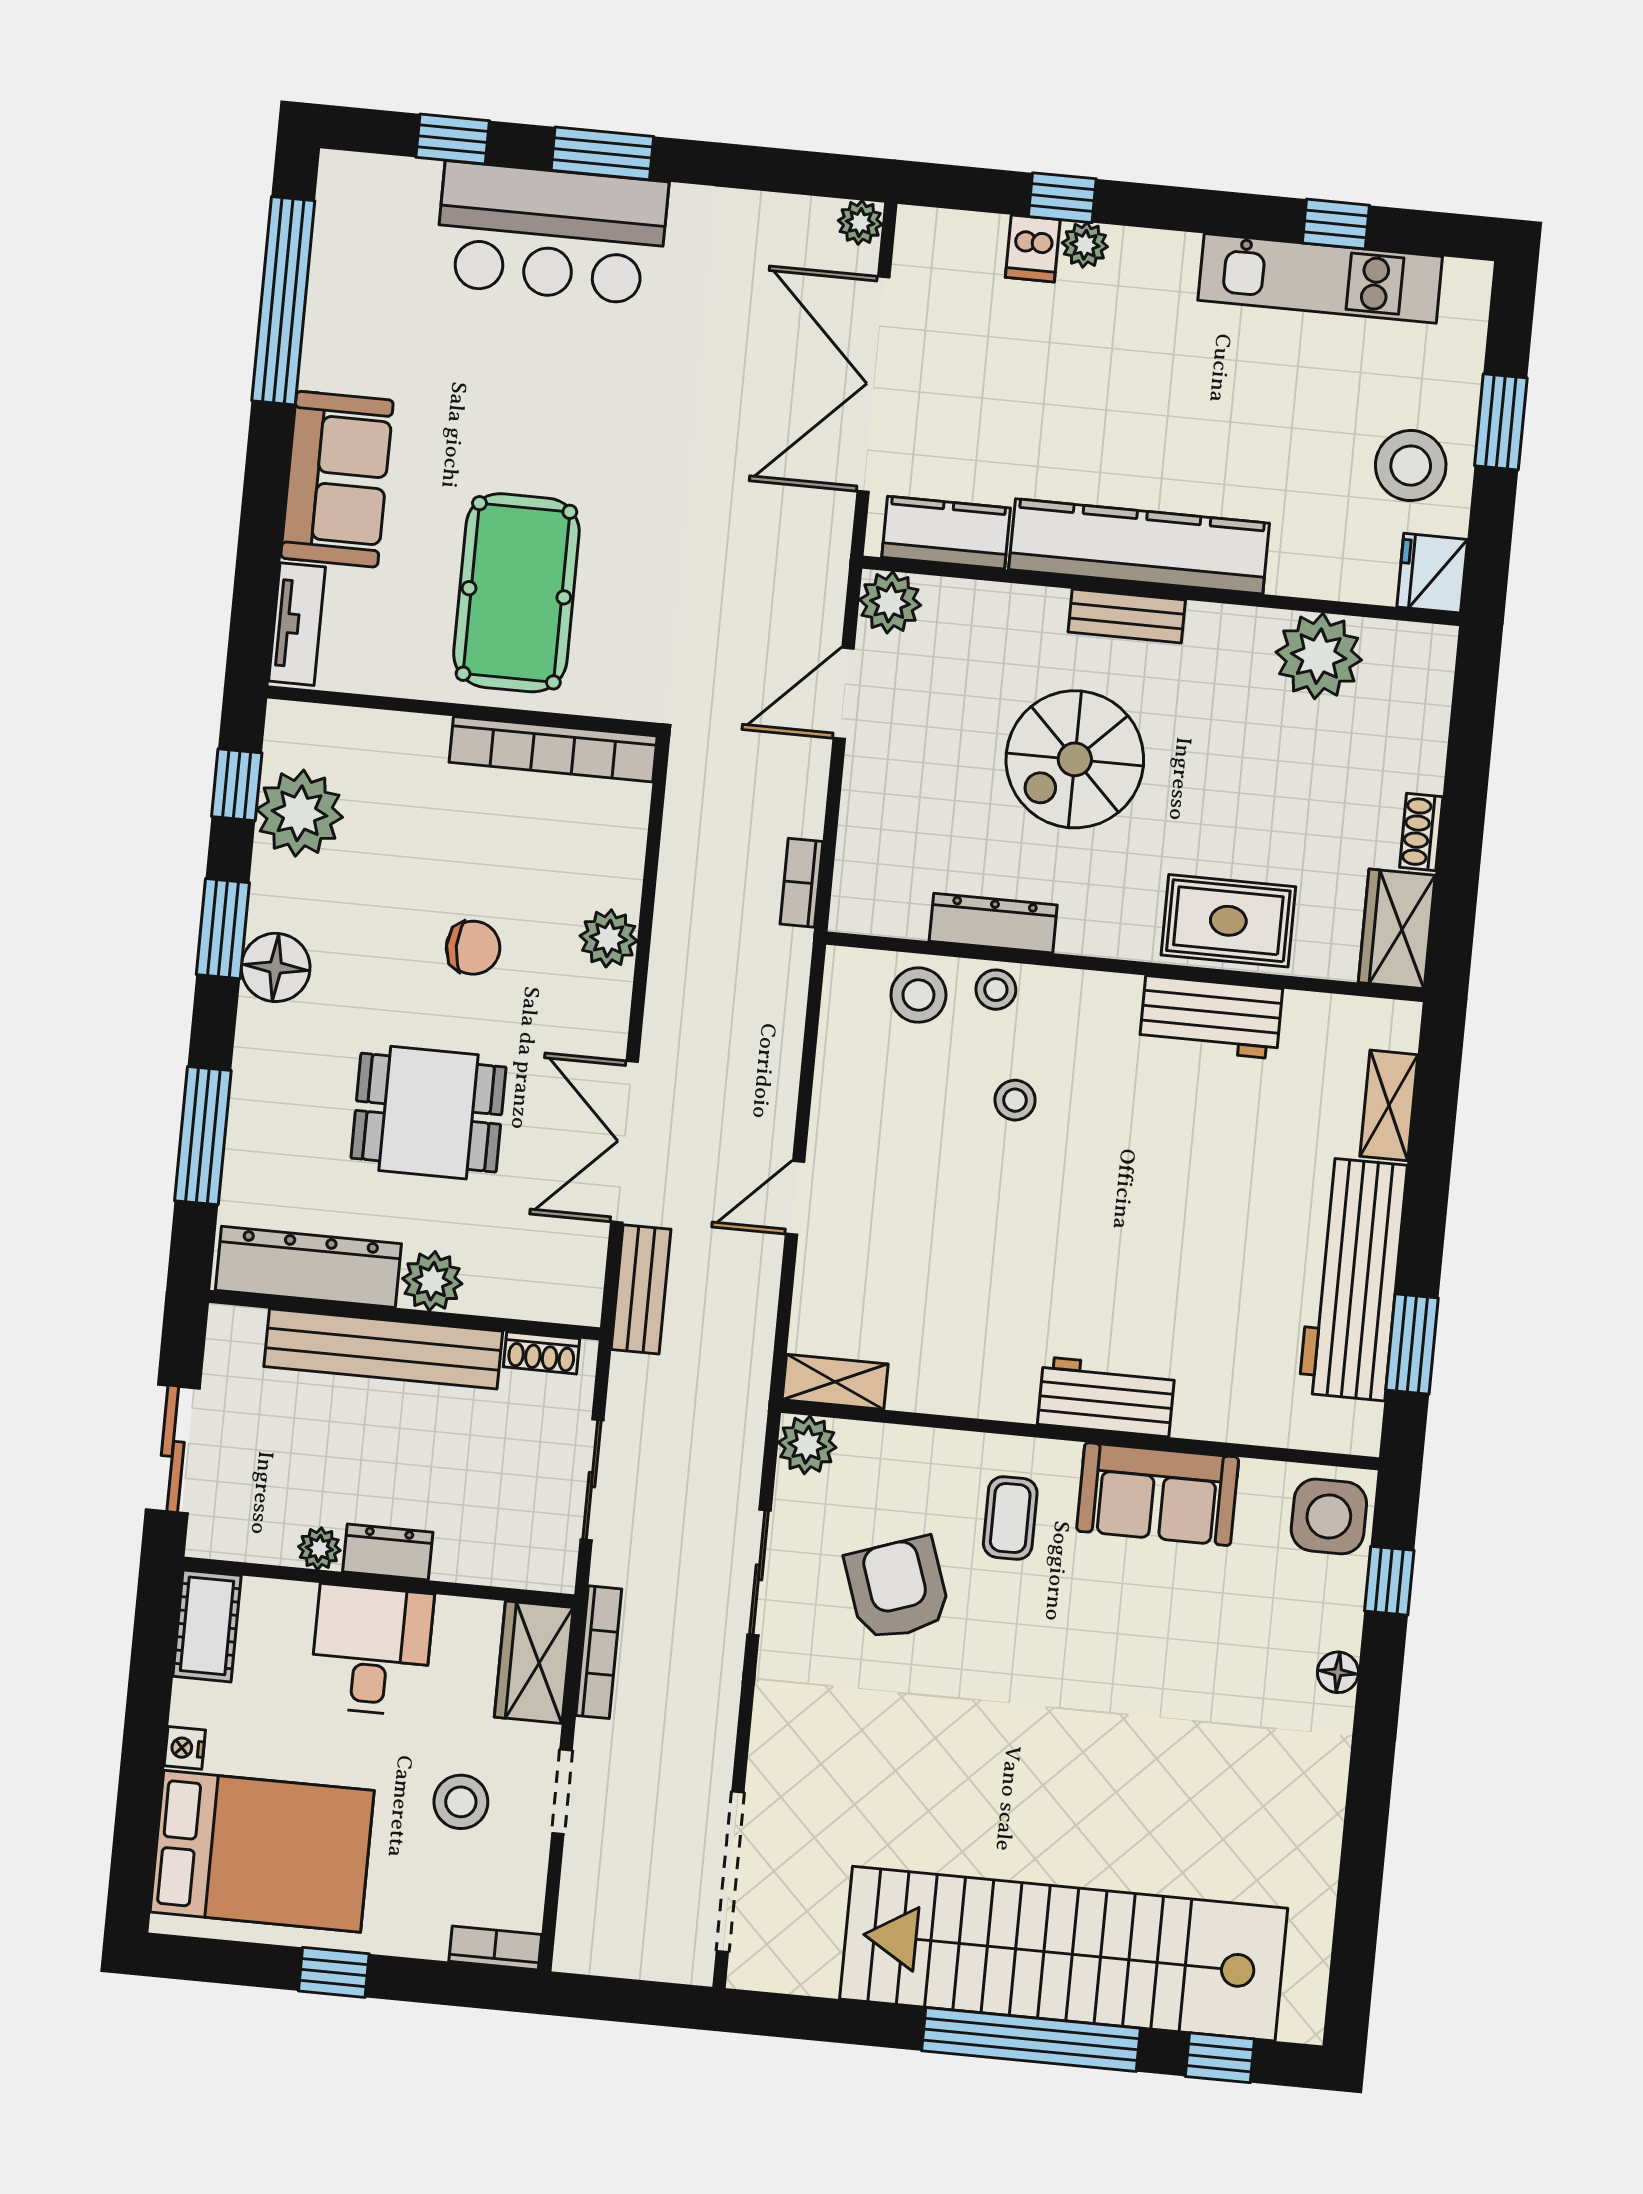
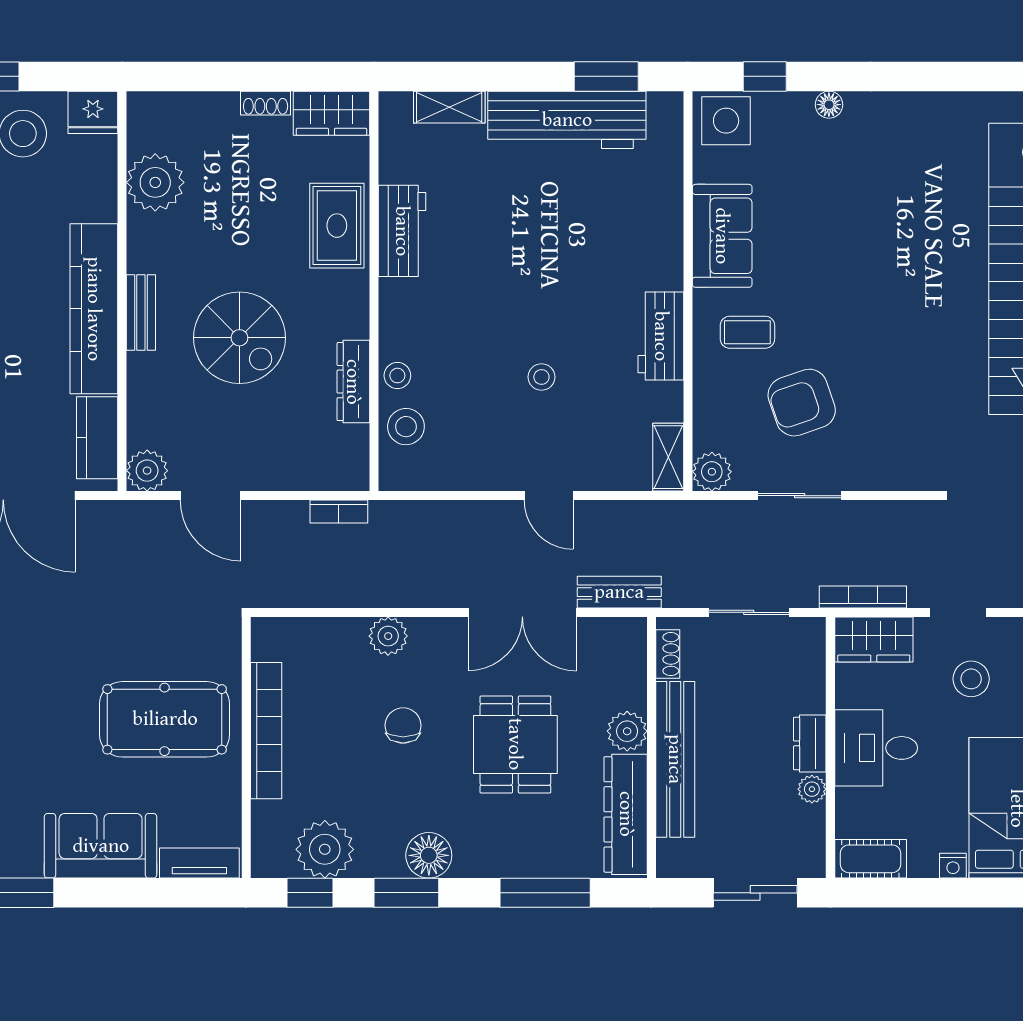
bookcase: (553, 749) -> (266, 731), moved
stool: (1015, 1100) -> (541, 377), moved
workbench: (1106, 1397) -> (661, 336), moved

